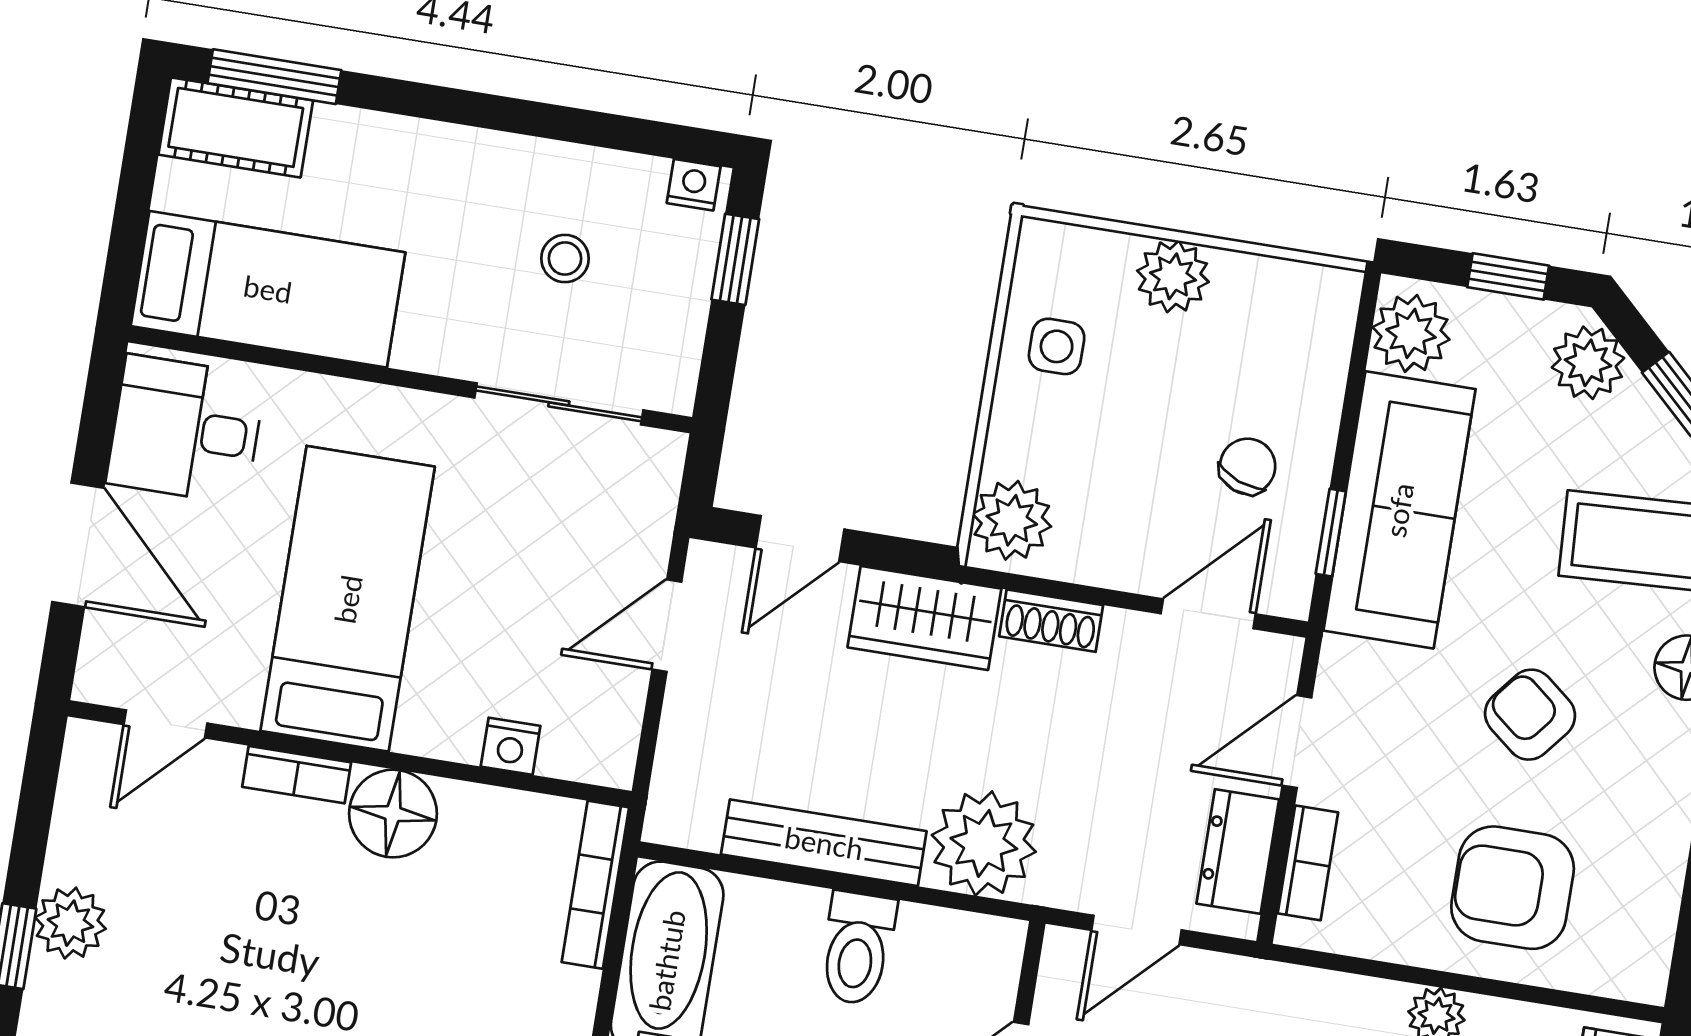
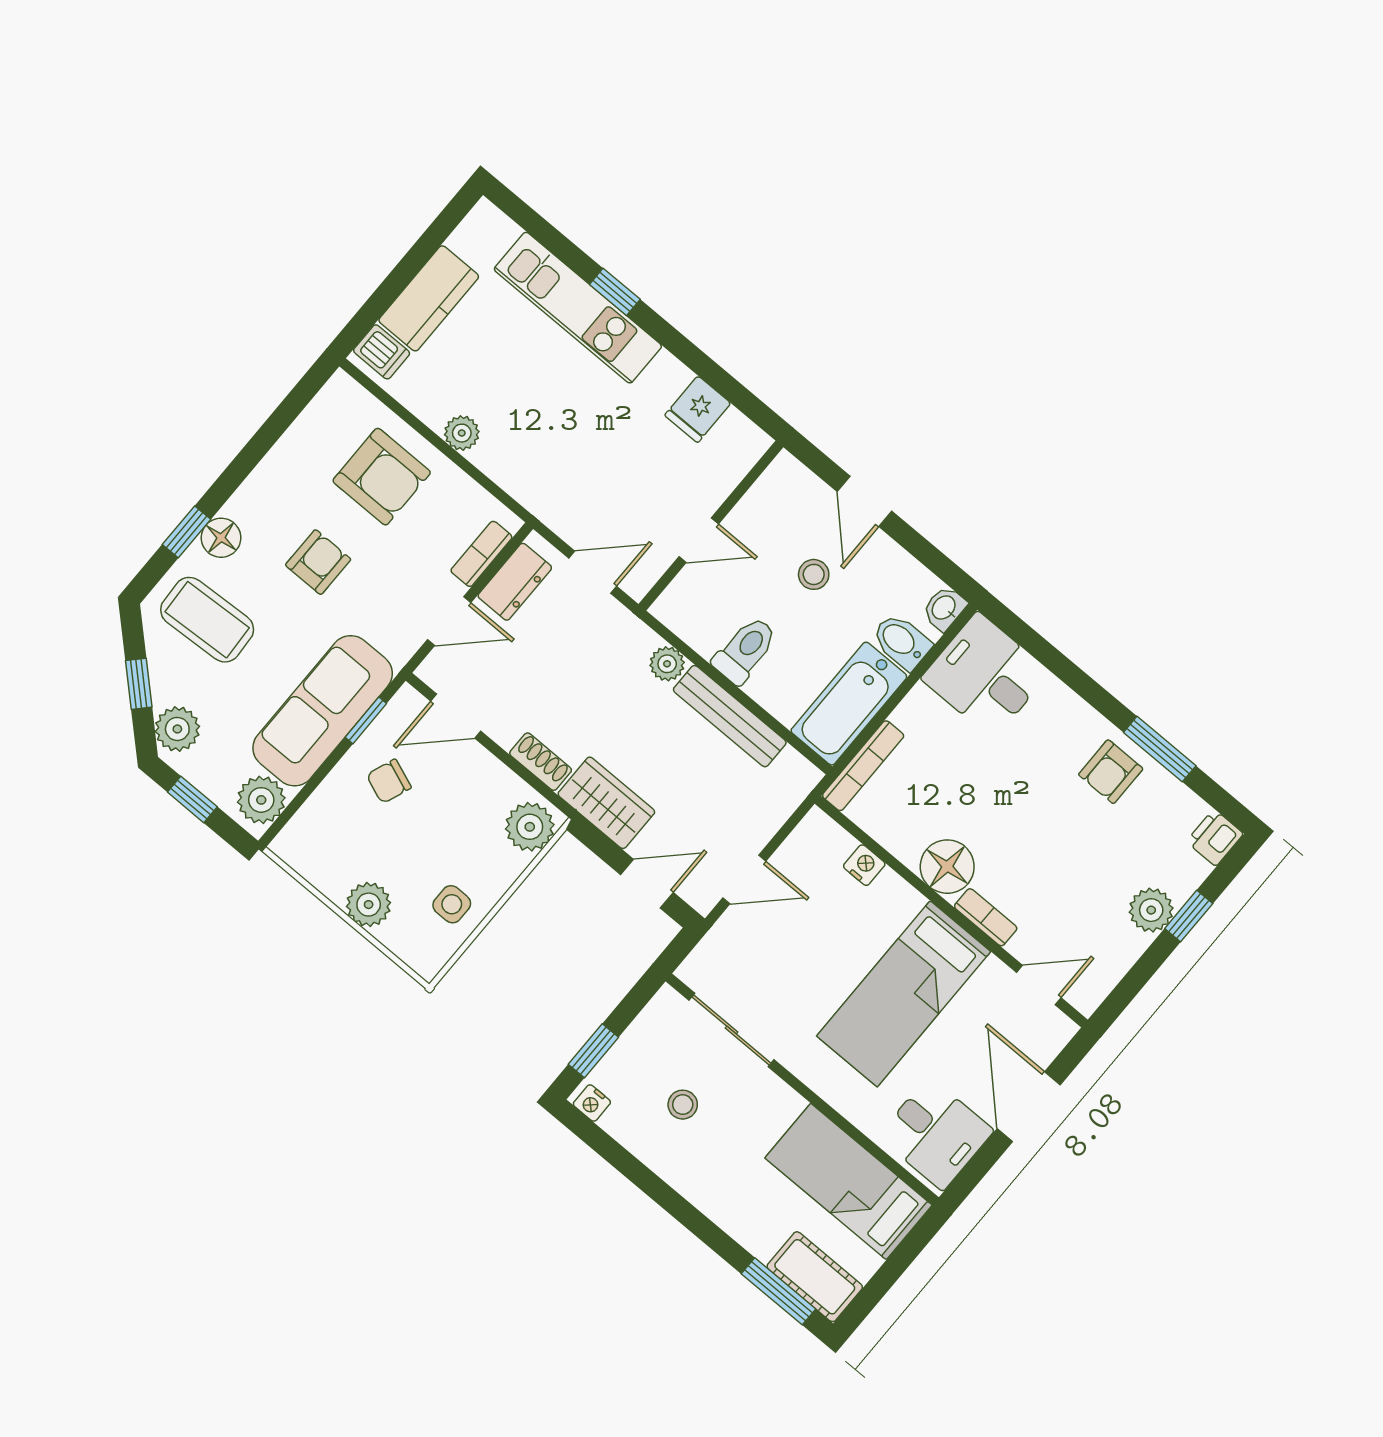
armchair: (1530, 715) -> (318, 562), turned -129
plant: (984, 843) -> (667, 664), width x0.53, depth x0.53

